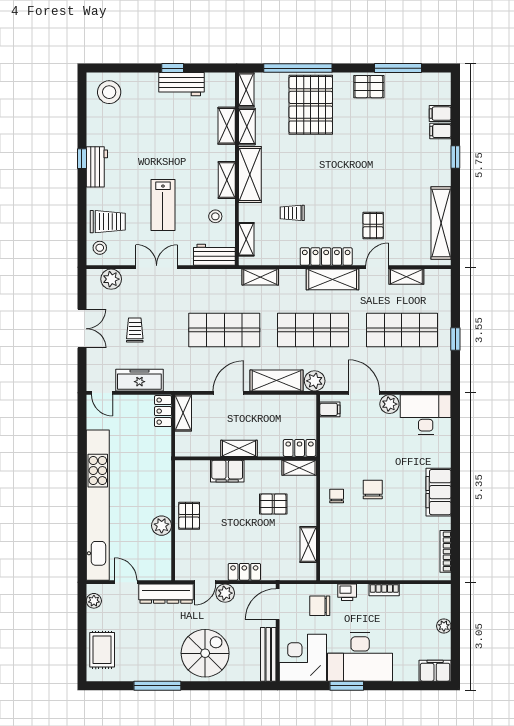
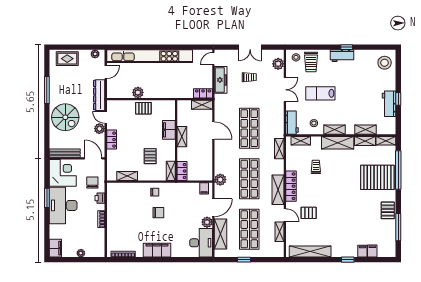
shelving: (277, 380) -> (221, 234), moved

